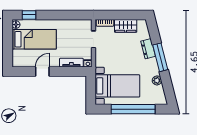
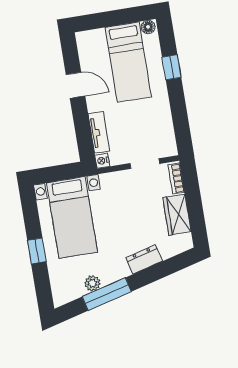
window: (29, 15) -> (172, 67), moved
window: (160, 57) -> (107, 294), moved
window: (133, 109) -> (37, 251), width x0.32

